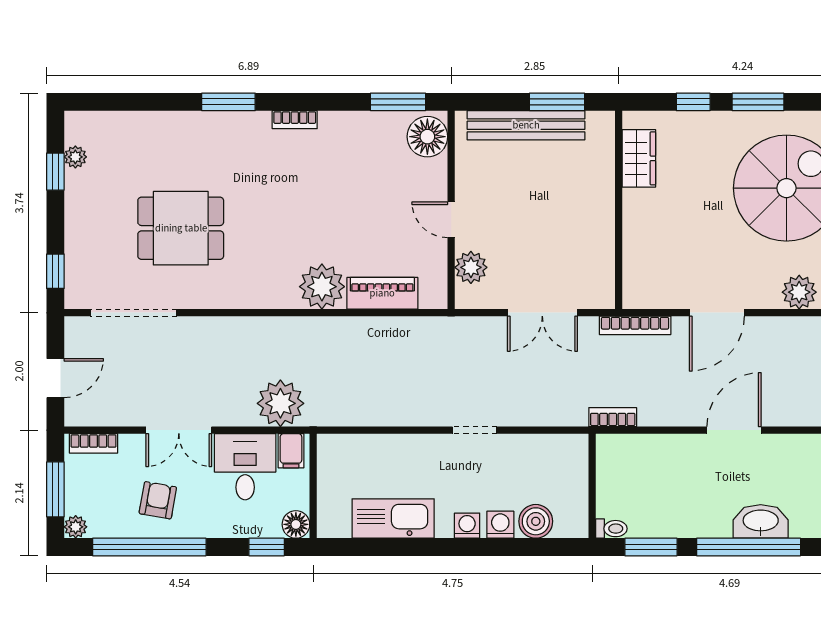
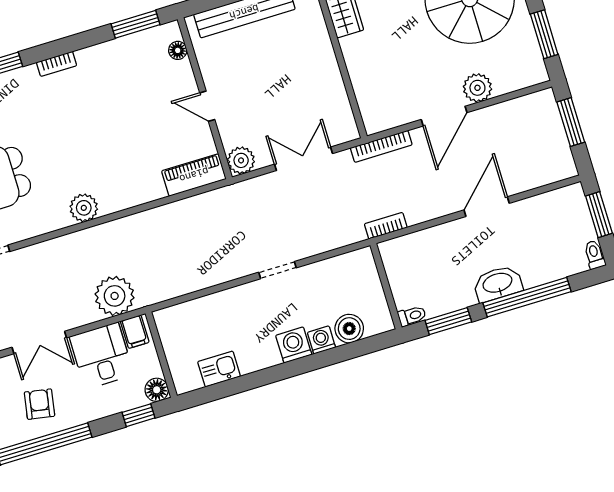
floor lamp: (427, 137) -> (178, 50), width x0.53, depth x0.53
plant: (471, 267) -> (241, 160), moved
plant: (322, 287) -> (84, 208), moved, width x0.73, depth x0.73
plant: (799, 292) -> (477, 88), moved
piano: (382, 293) -> (194, 175), moved
double door: (542, 313) -> (303, 159), swing flipped
kitchen sink: (393, 519) -> (219, 369), width x0.53, depth x0.81
washbasin: (761, 521) -> (498, 284), moved
washing machine: (467, 526) -> (294, 345), width x1.38, depth x1.38

